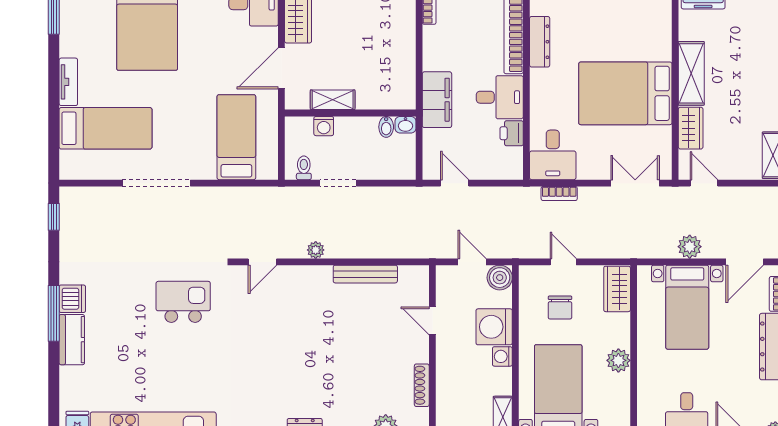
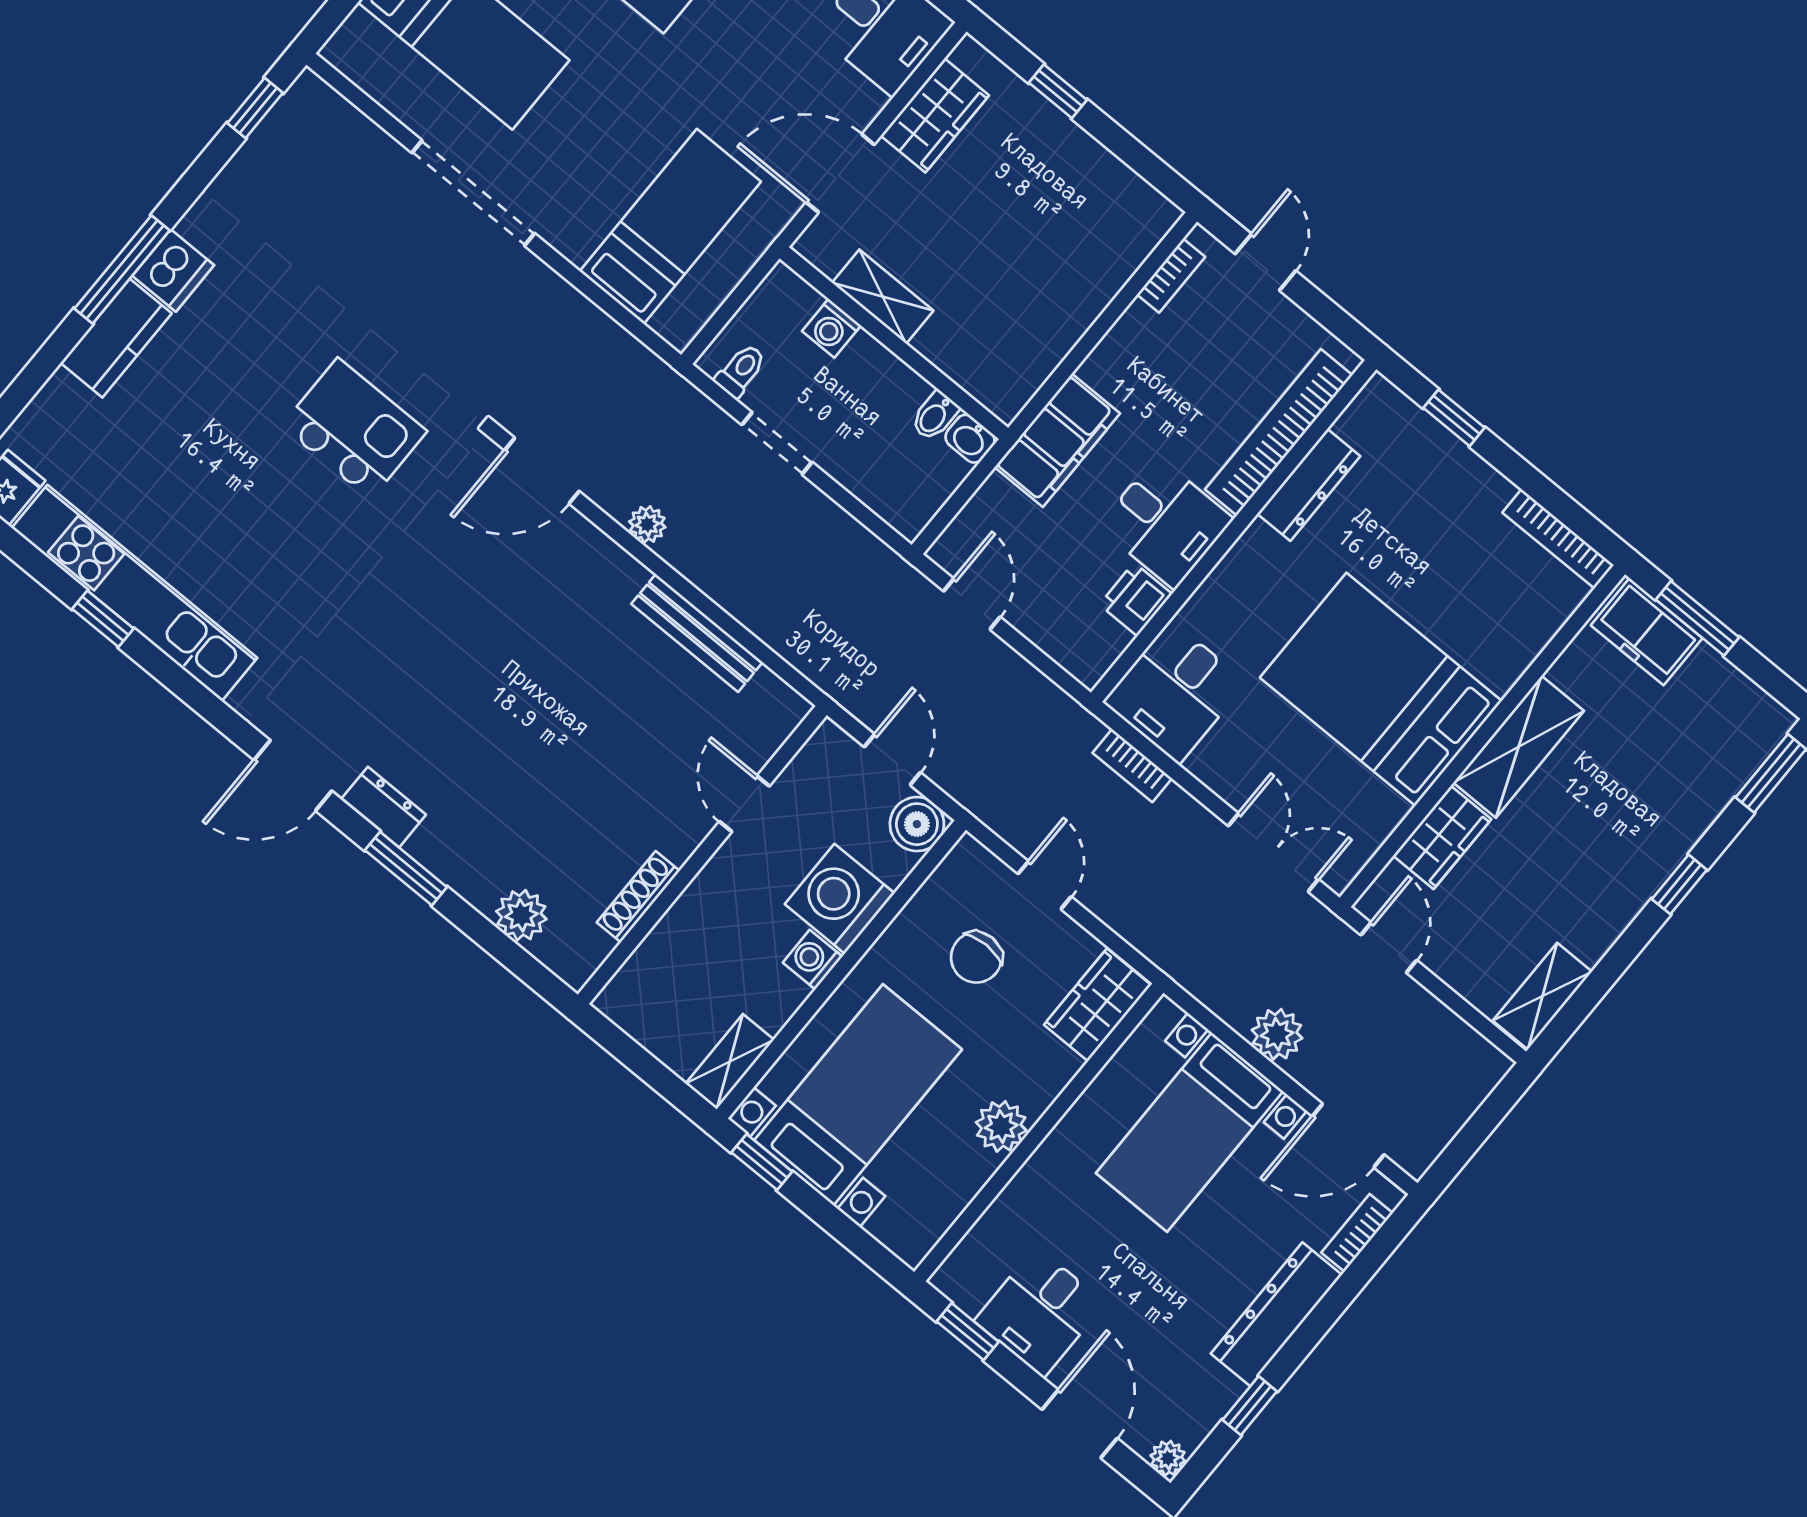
door: (262, 262) -> (542, 471), width x1.38

